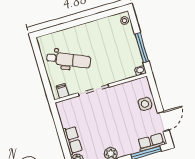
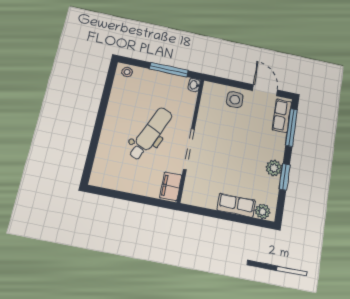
dental chair: (69, 60) -> (150, 134), moved
filing cabinet: (62, 91) -> (171, 186), width x2.00

